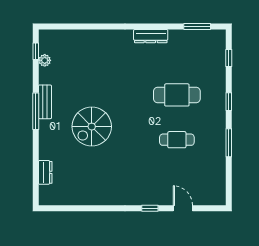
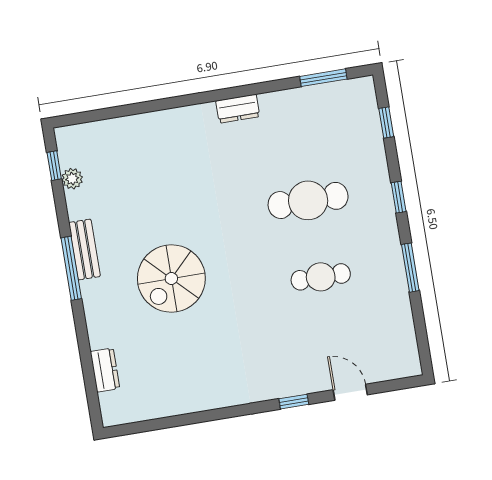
dresser: (151, 36) -> (238, 109), width x0.70

